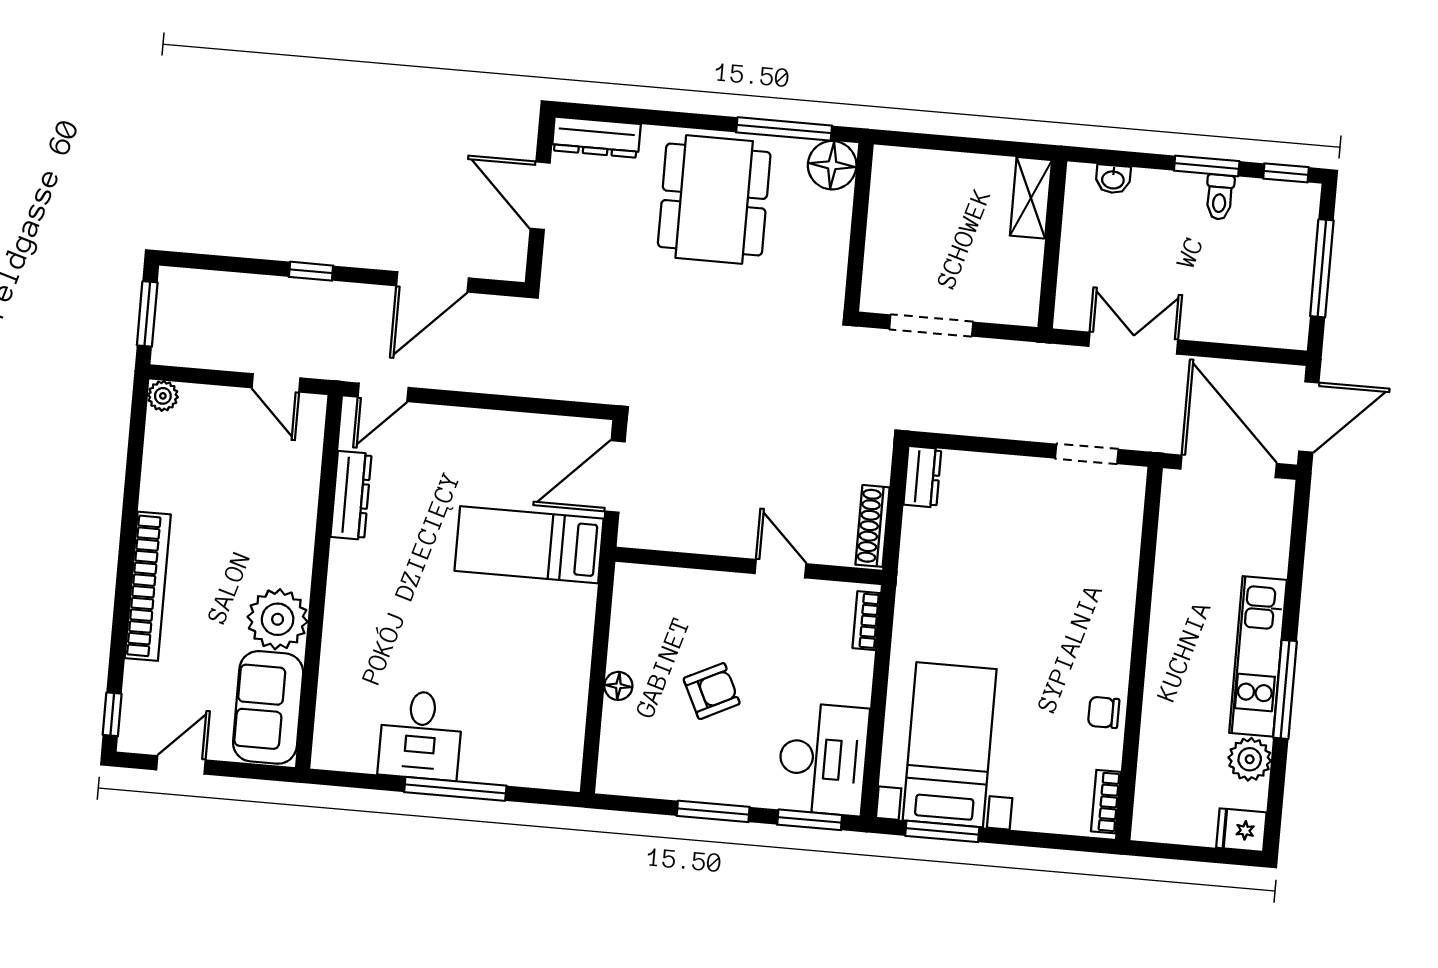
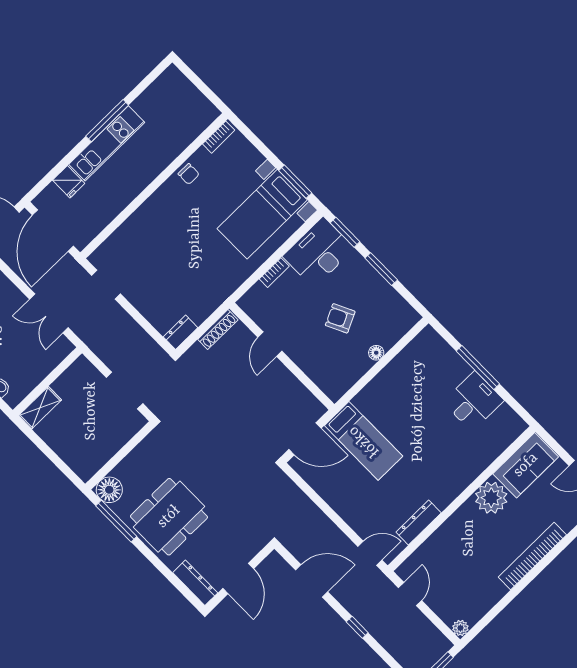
bookcase: (866, 621) -> (274, 273), moved
plant: (1250, 759) -> (146, 105), removed
fridge: (1241, 830) -> (69, 182), moved

